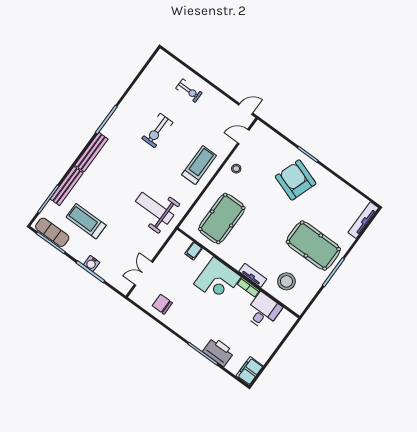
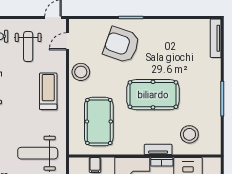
weight bench: (209, 118) -> (28, 47), added
stool: (236, 169) -> (81, 72), width x1.89, depth x1.89
armchair: (296, 180) -> (121, 45), moved
pool table: (313, 246) -> (153, 95), moved

